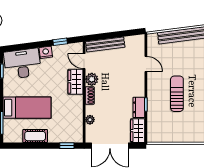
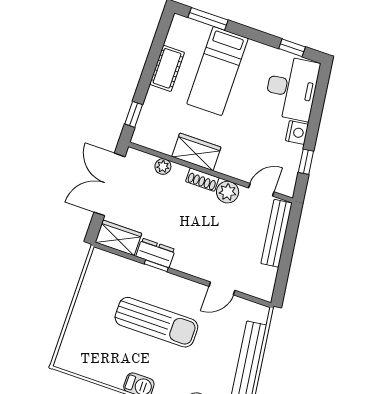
wardrobe: (76, 82) -> (196, 152), moved
sun lounger: (177, 94) -> (156, 322), width x1.36, depth x1.34

